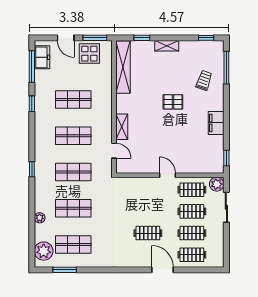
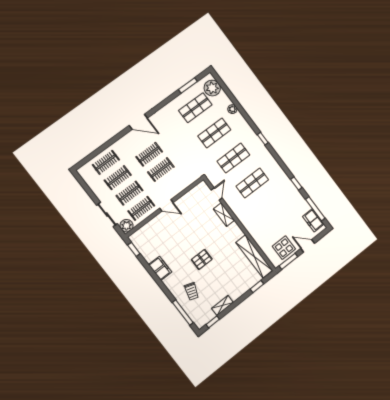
shelving: (167, 46) -> (222, 305), moved
shop shelf: (73, 99) -> (271, 208), removed
door: (114, 151) -> (217, 194), swing flipped
clothes rail: (148, 211) -> (161, 170), added
door: (162, 270) -> (138, 122), moved

